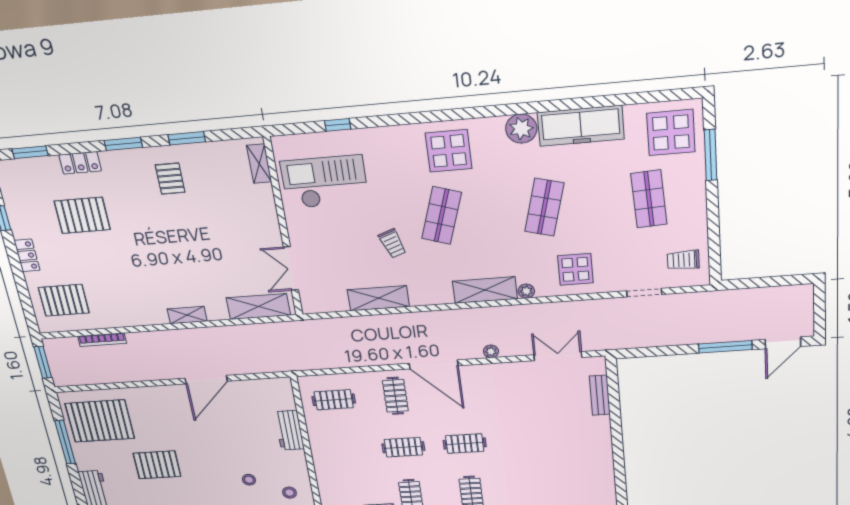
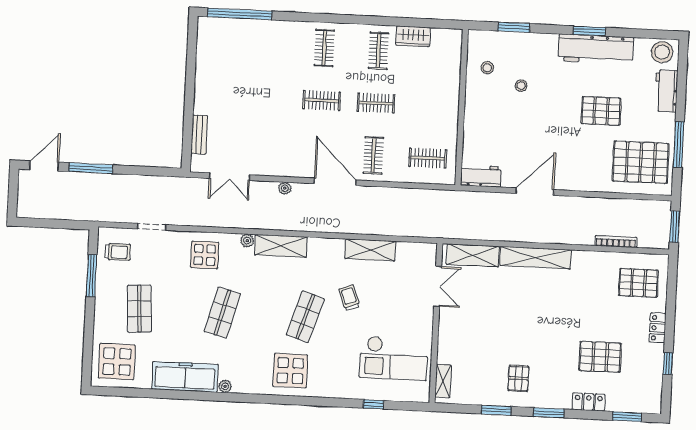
plant: (521, 129) -> (225, 386), width x0.53, depth x0.53
window: (711, 155) -> (91, 276), moved
shelving: (187, 315) -> (535, 258), width x2.20, depth x1.33
workbench: (289, 430) -> (481, 176), moved, turned -90

